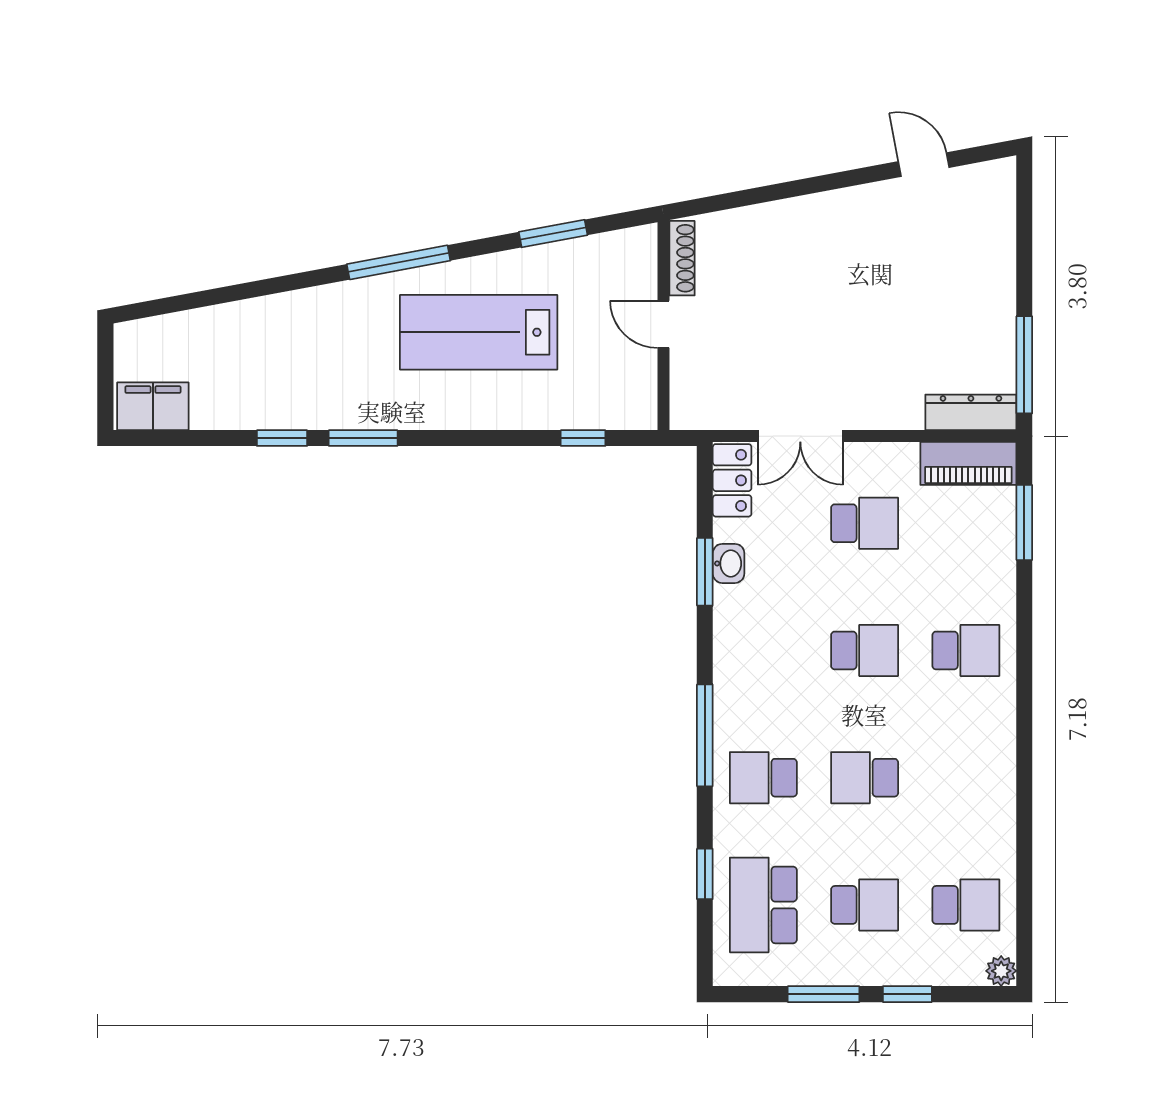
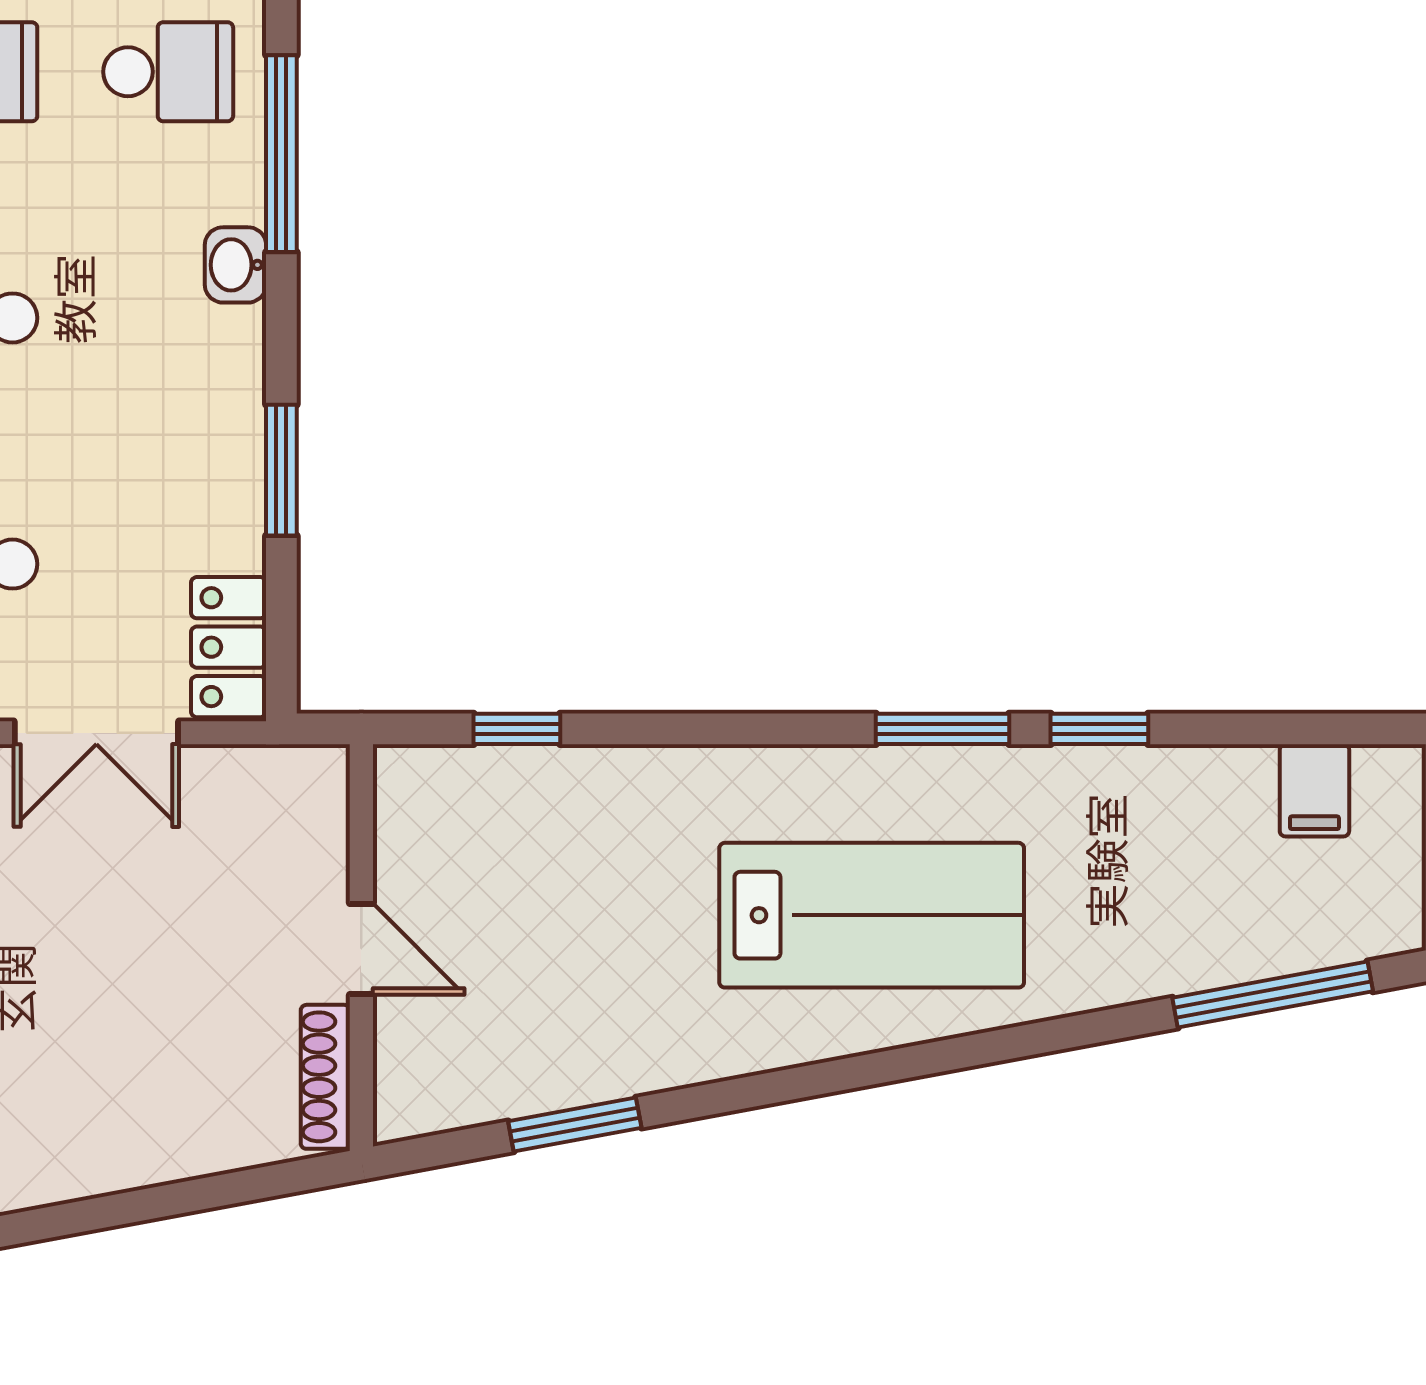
window: (399, 262) -> (1273, 994), moved
lab bench: (479, 332) -> (872, 915), moved
filing cabinet: (153, 406) -> (1314, 790), width x0.50
double door: (800, 436) -> (96, 733), swing flipped
washbasin: (729, 563) -> (235, 265), moved

